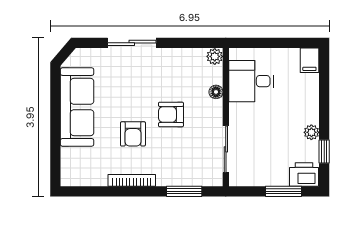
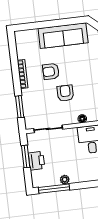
window: (324, 151) -> (54, 189), width x2.17
printer: (304, 174) -> (37, 161), moved
window: (283, 191) -> (26, 156), moved

